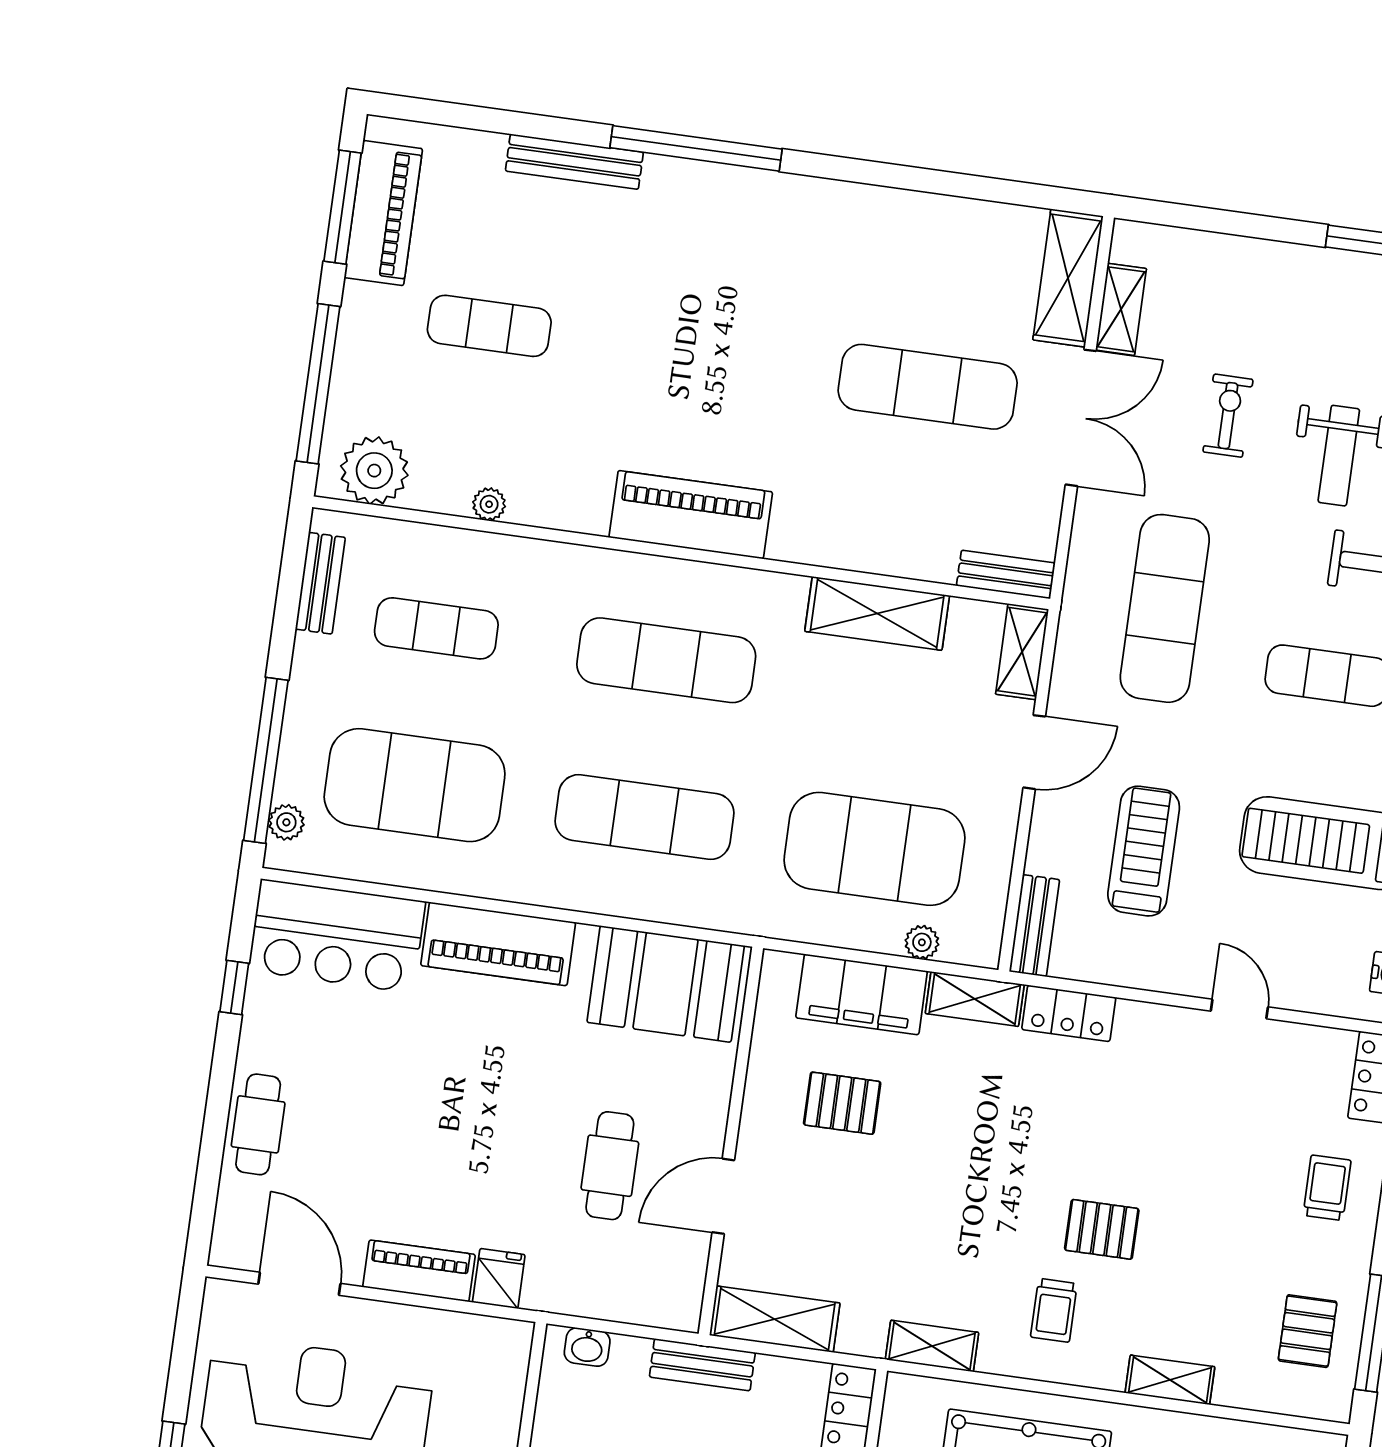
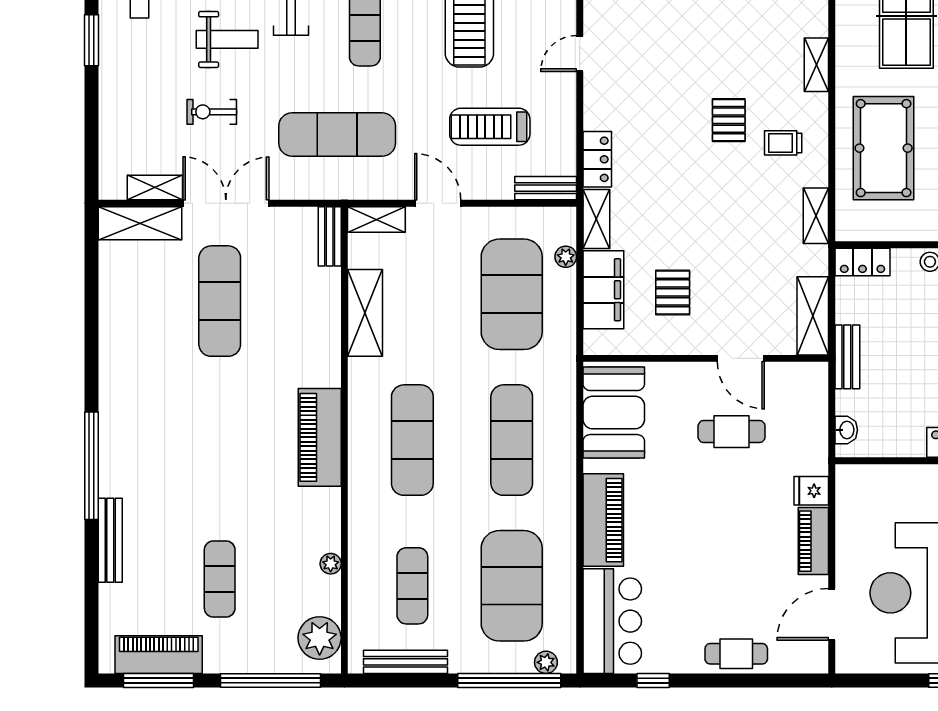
bench: (320, 583) -> (405, 662), width x1.36
trolley: (1054, 1310) -> (783, 143), turned 180

